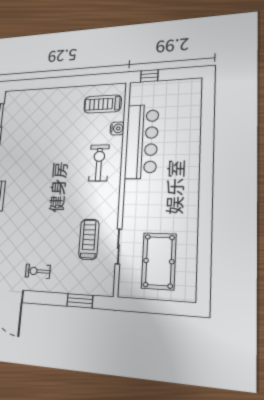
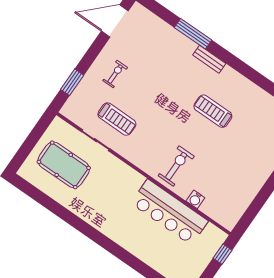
treadmill: (103, 104) -> (213, 111), moved, turned -90
exercise bike: (99, 163) -> (176, 166), turned -90
exercise bike: (38, 271) -> (115, 74), moved

